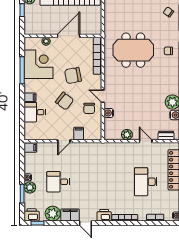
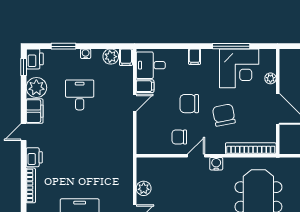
chair: (65, 101) -> (189, 104), turned 52
desk: (35, 112) -> (151, 65), moved, turned -90
water cooler: (109, 113) -> (216, 164), moved
filing cabinet: (79, 134) -> (145, 86), moved
door: (64, 141) -> (135, 103), swing flipped
plant: (30, 187) -> (111, 57), moved

